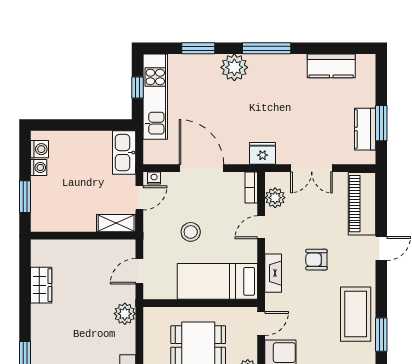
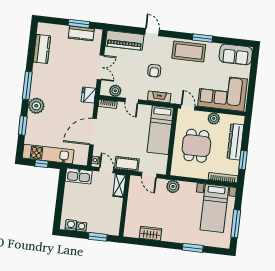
cot: (154, 232) -> (127, 164), added
stool: (191, 232) -> (130, 142), removed

